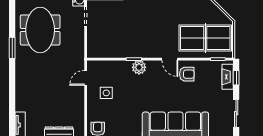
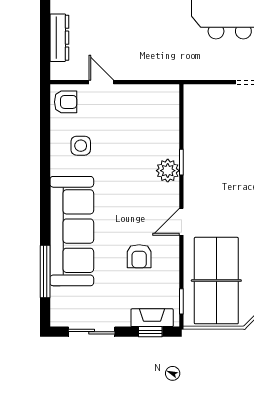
armchair: (187, 74) -> (139, 256), moved
door: (86, 78) -> (101, 82), moved
side table: (106, 93) -> (81, 146), moved

